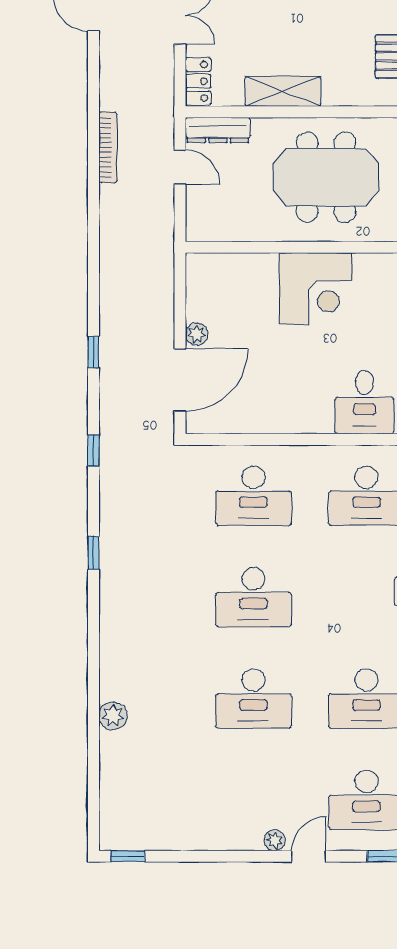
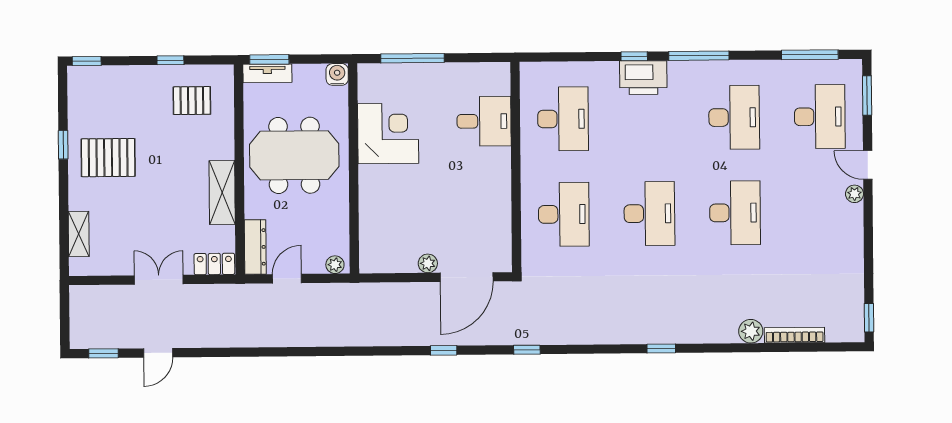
bookcase: (108, 147) -> (795, 335), moved
meeting table: (326, 177) -> (294, 155), turned 90
plant: (196, 224) -> (335, 265), added
corner desk: (315, 288) -> (388, 134), moved
door: (180, 380) -> (467, 277), swing flipped
window: (93, 553) -> (661, 349), moved

